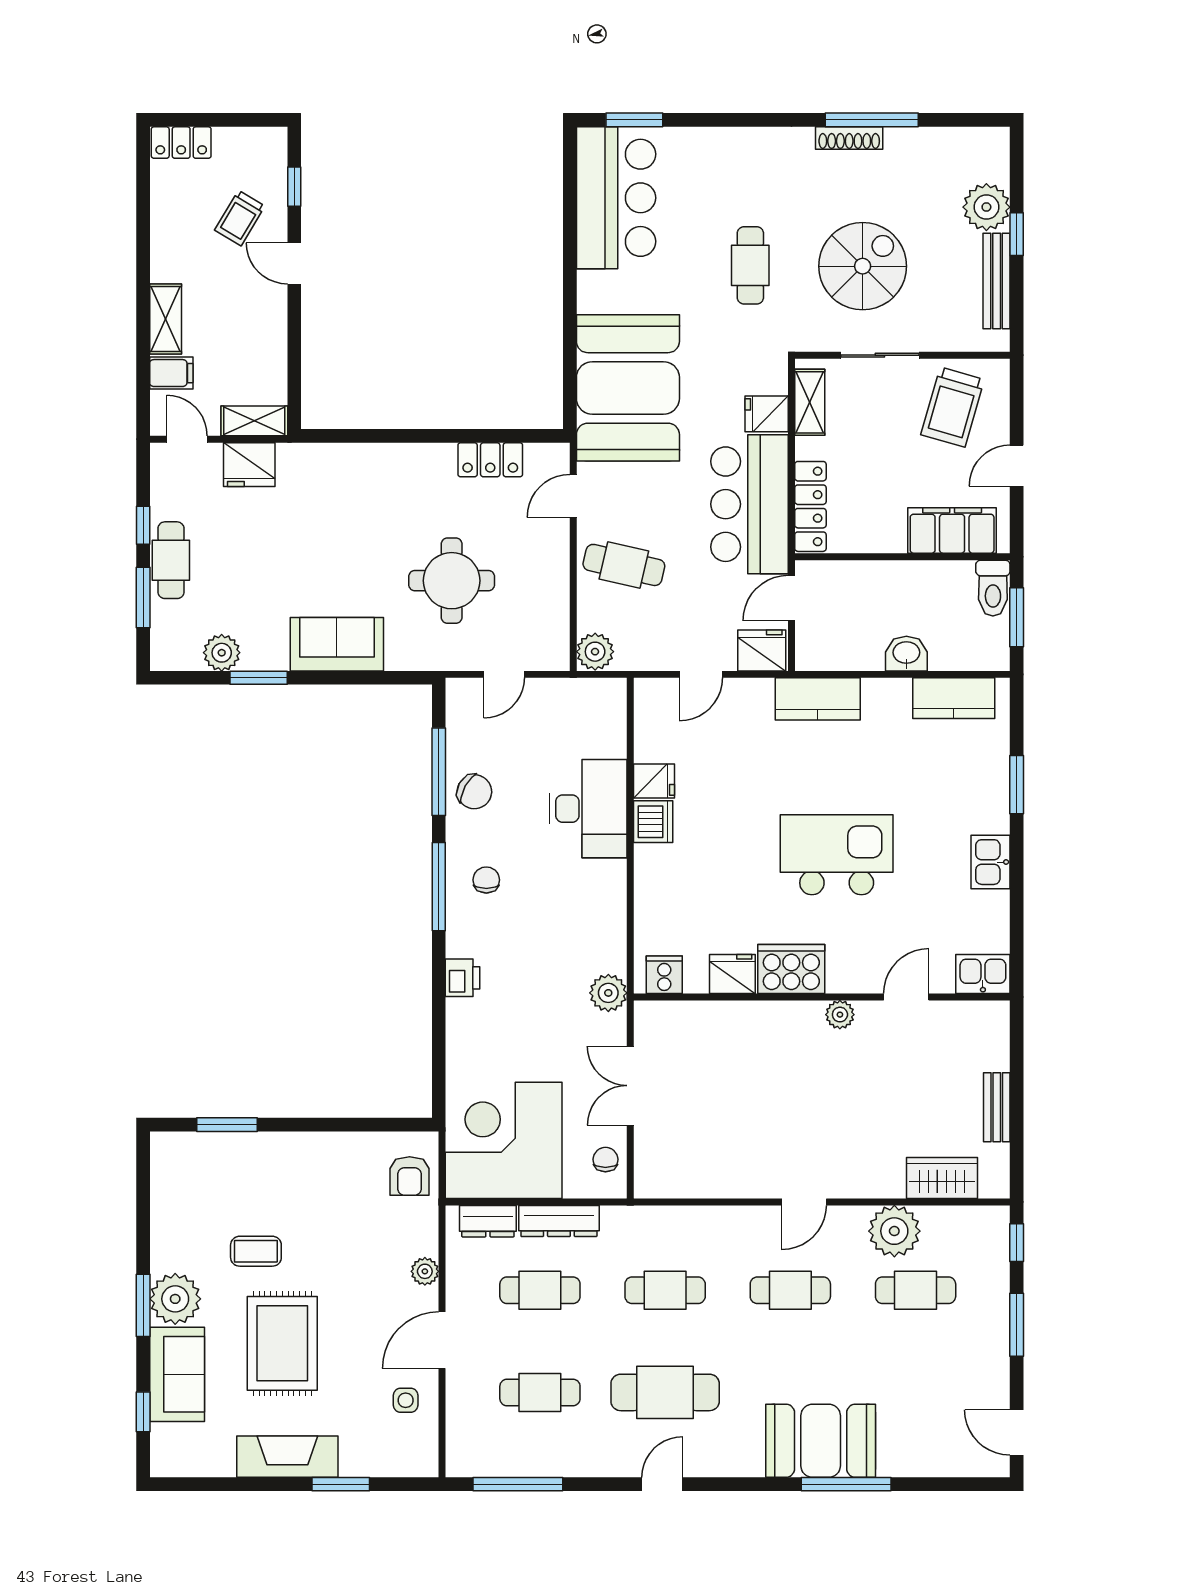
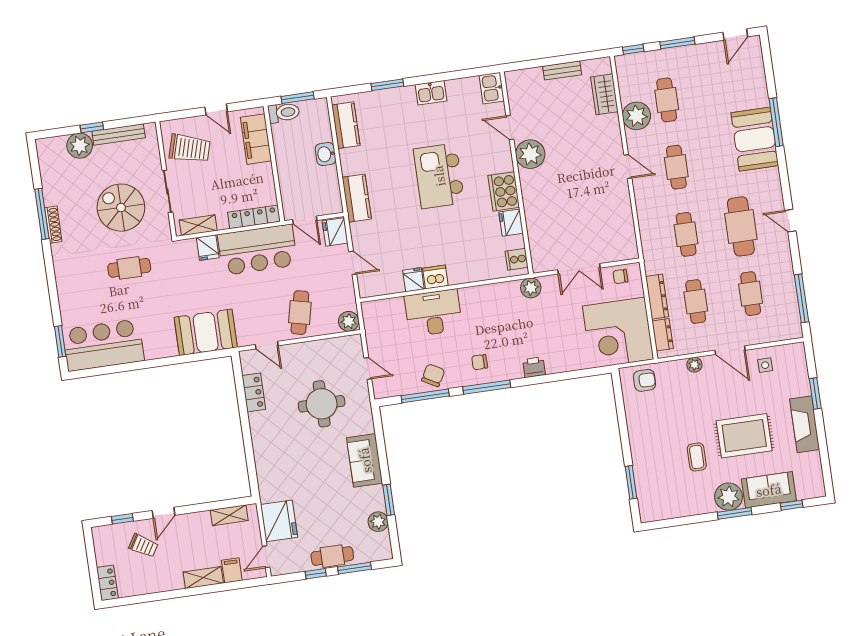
booth: (628, 388) -> (206, 332), width x0.73, depth x0.70
shelving: (254, 421) -> (229, 515), moved, turned 90
fridge: (249, 465) -> (279, 521), width x1.36, depth x1.34
plant: (840, 1015) -> (530, 154), width x1.88, depth x1.88

